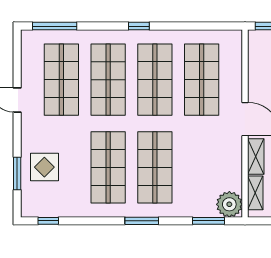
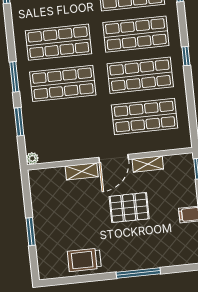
shelving: (255, 193) -> (148, 164), moved
plant: (229, 204) -> (32, 158), width x0.53, depth x0.53
window: (208, 221) -> (19, 122), moved

